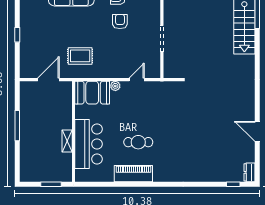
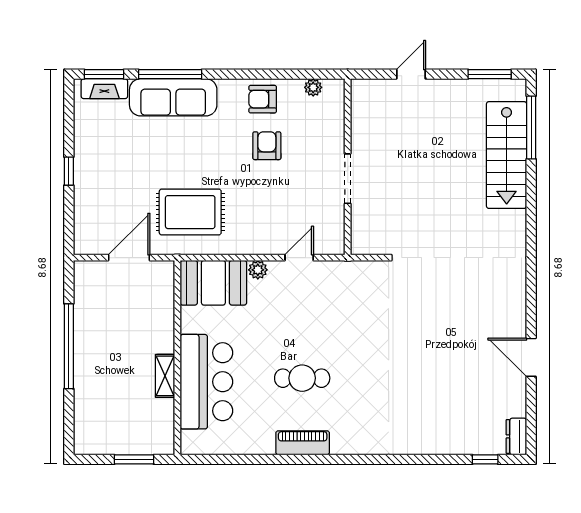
rug: (80, 56) -> (190, 212), width x1.36, depth x1.43
window: (17, 126) -> (69, 346), width x1.46
piano: (133, 174) -> (303, 443), width x0.73, depth x0.75

